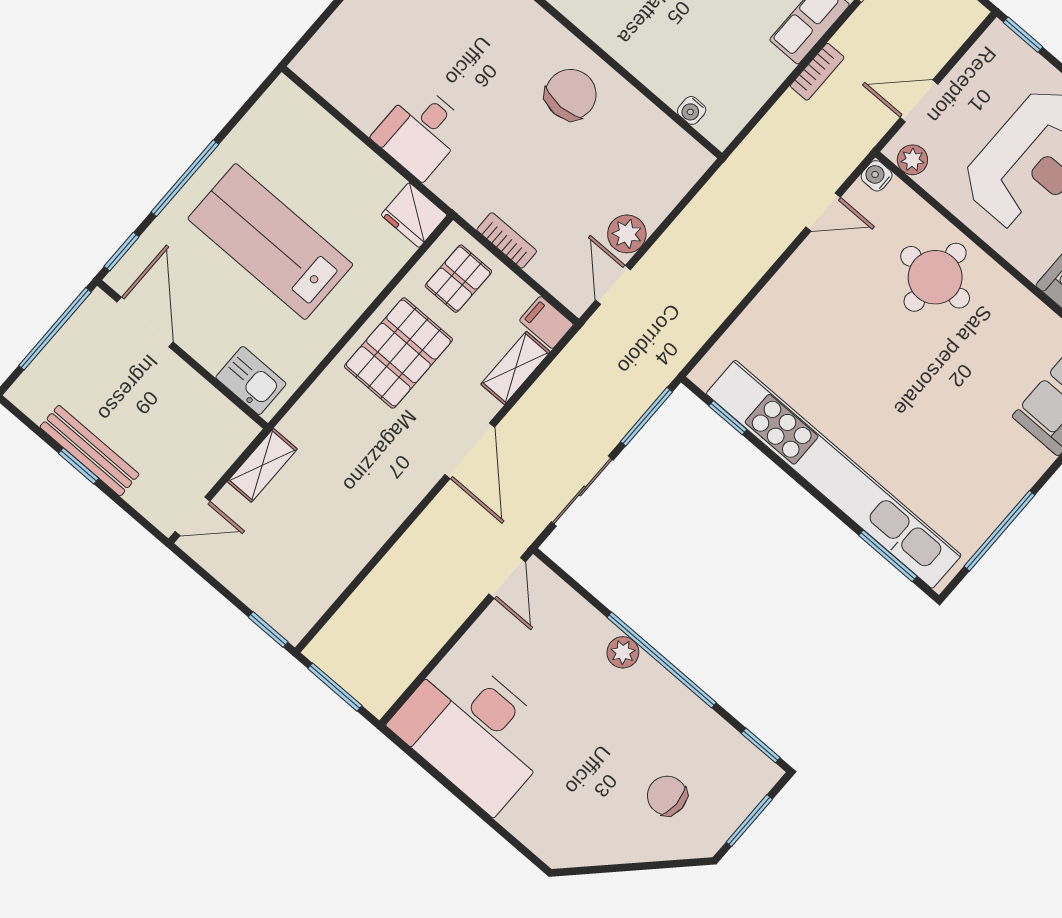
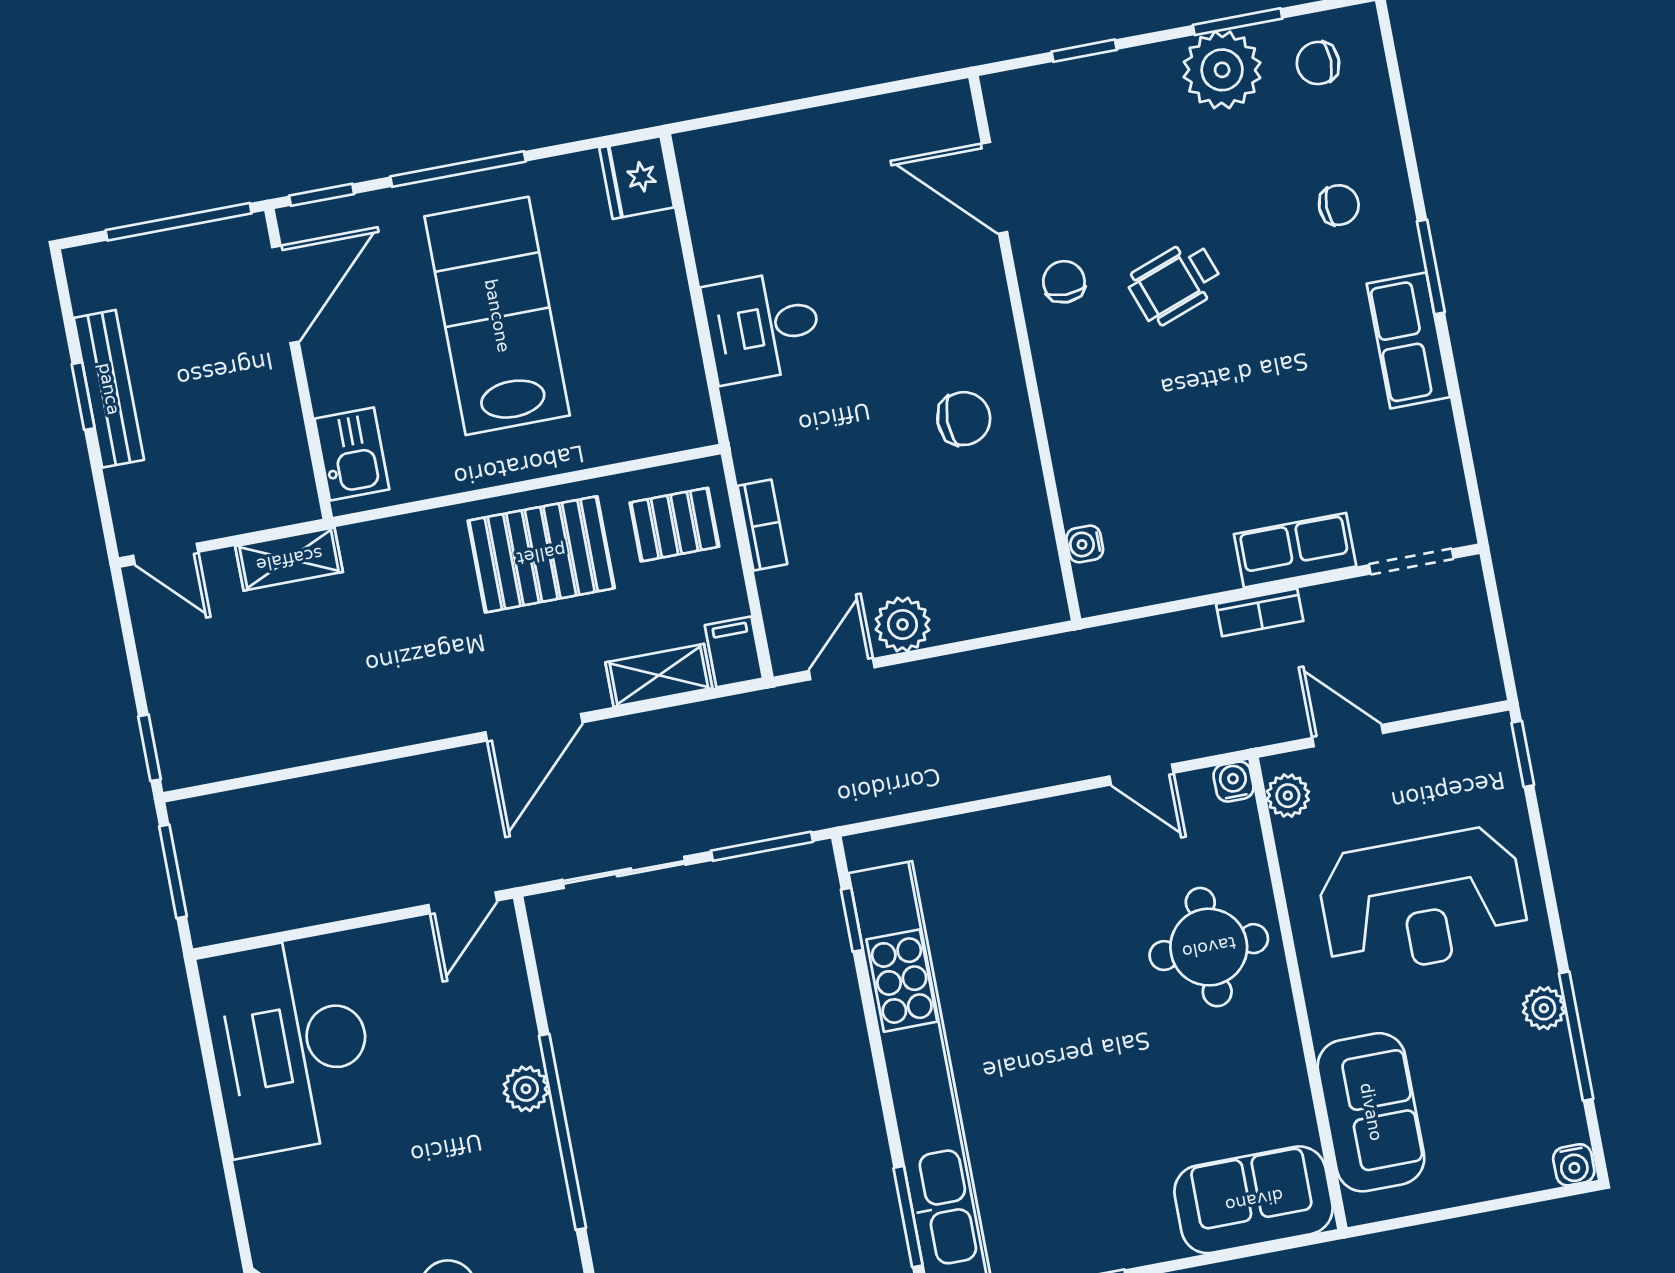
chair: (571, 94) -> (964, 419), width x0.73, depth x0.73
fridge: (414, 215) -> (637, 178), moved

